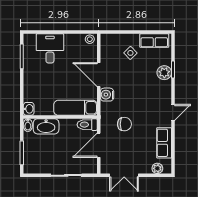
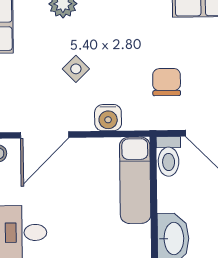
side table: (130, 53) -> (76, 69), moved
door: (99, 75) -> (45, 135), moved

